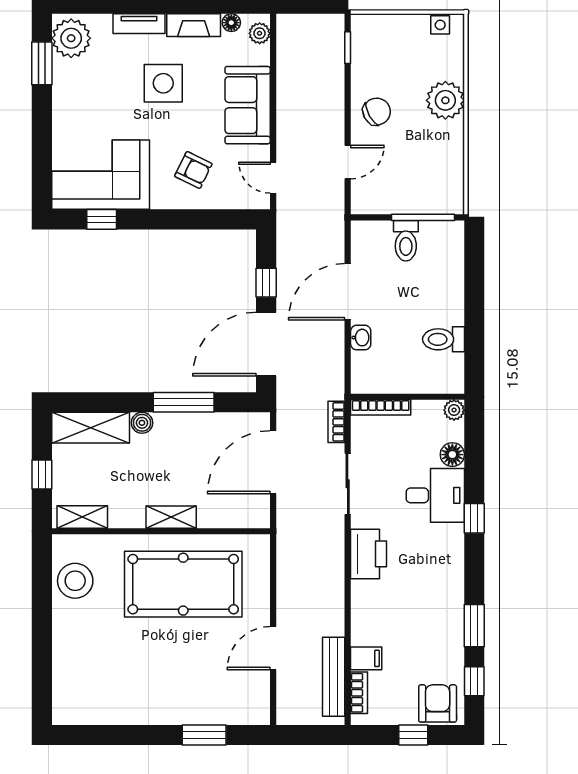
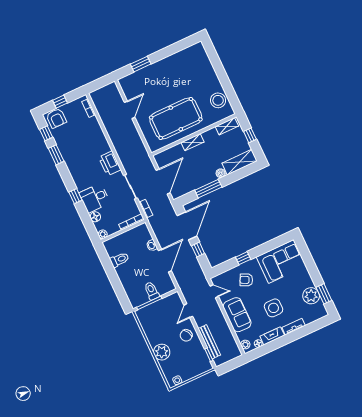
plant: (71, 38) -> (311, 296), moved
window: (102, 219) -> (243, 258), moved
filing cabinet: (366, 658) -> (92, 123), removed
bench: (334, 677) -> (209, 342), moved

